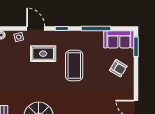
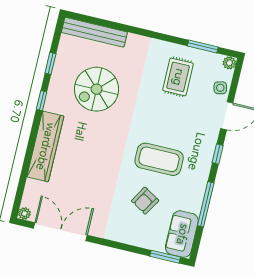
rug: (43, 54) -> (178, 77), moved
armchair: (118, 68) -> (145, 201), moved

